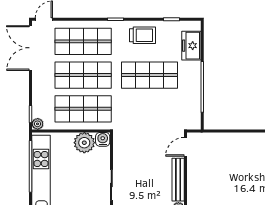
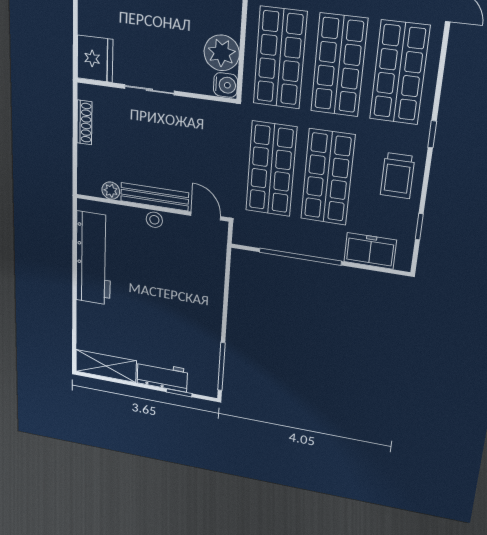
shop shelf: (150, 109) -> (271, 169), added
stool: (193, 179) -> (154, 220), added

